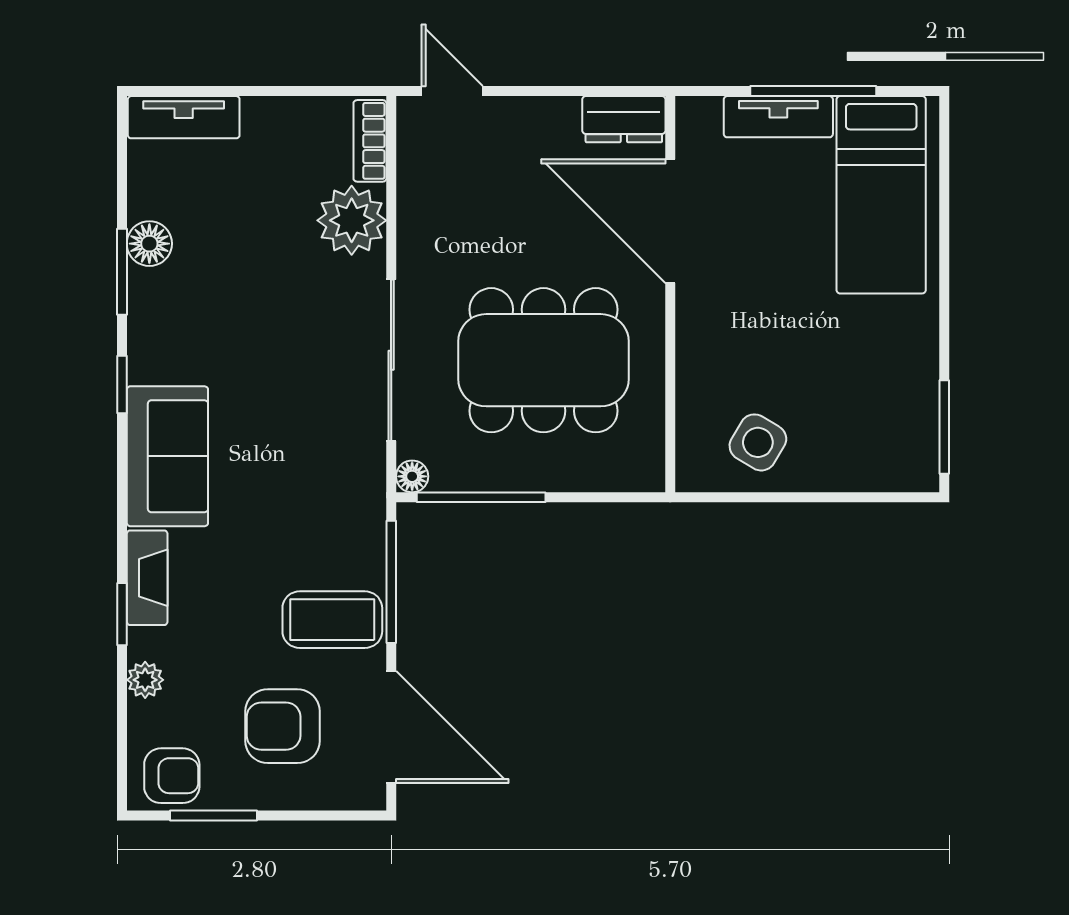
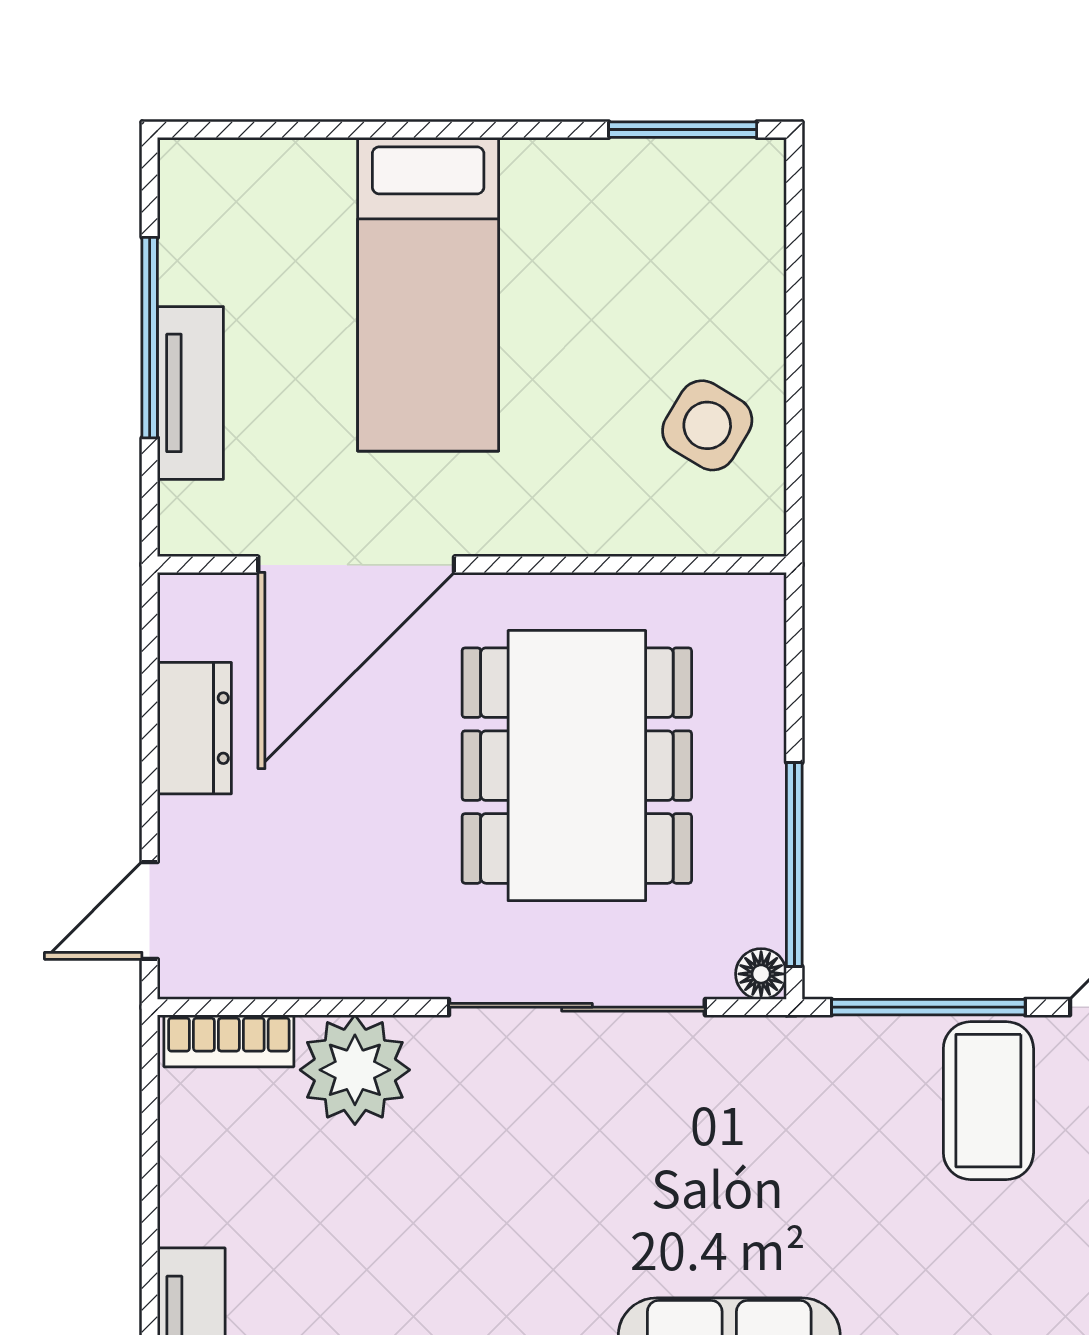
dresser: (624, 119) -> (194, 728), moved
bed: (881, 195) -> (428, 294), moved, turned 90

